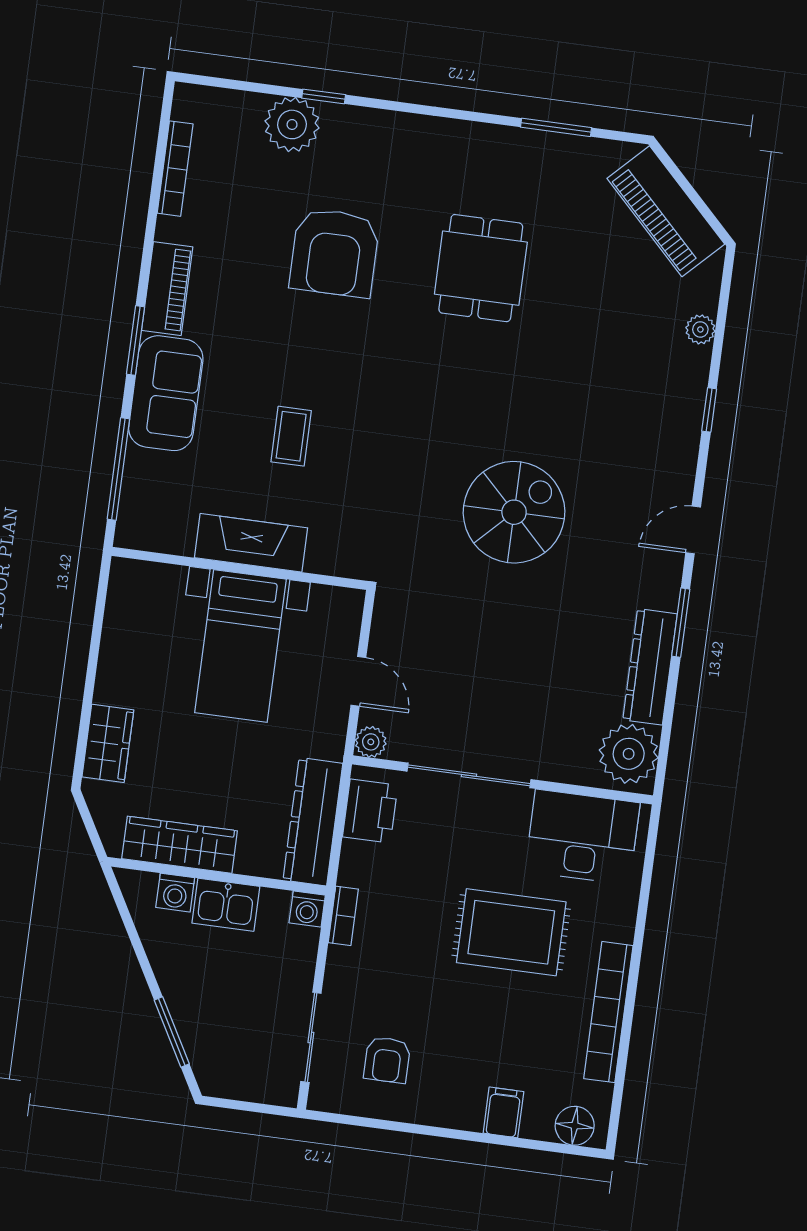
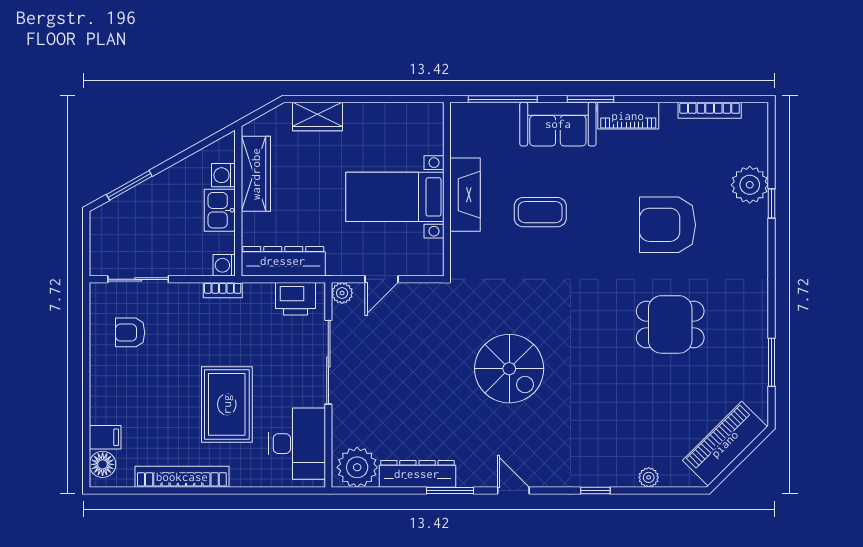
coffee table: (291, 436) -> (540, 212), width x1.36, depth x1.30
filing cabinet: (503, 1112) -> (105, 437), moved

